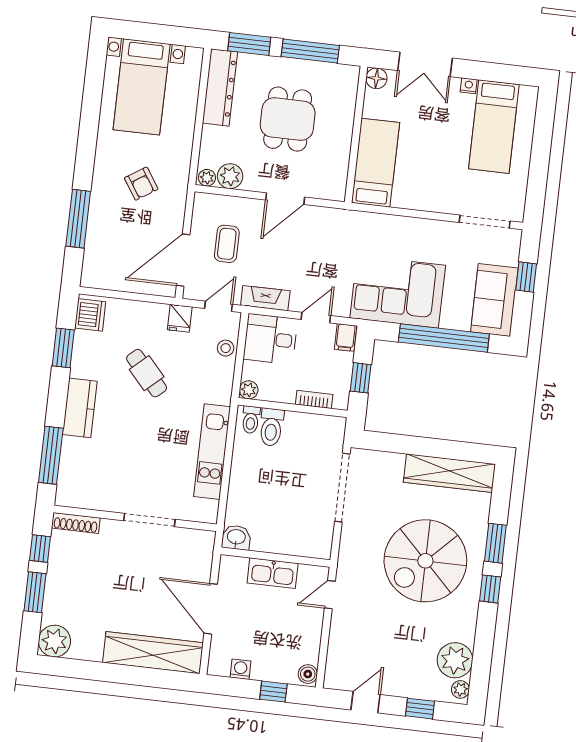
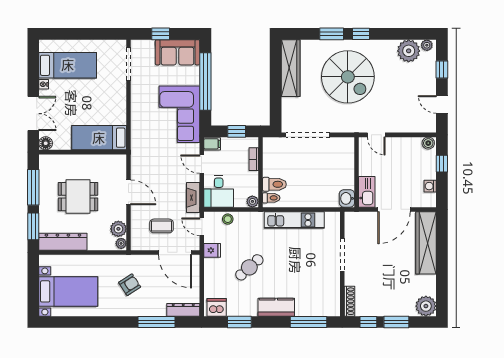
dresser: (92, 262) -> (183, 310), added
kitchen sink: (273, 573) -> (367, 192), moved

